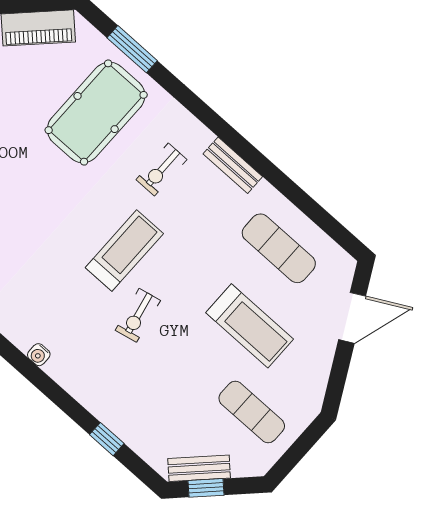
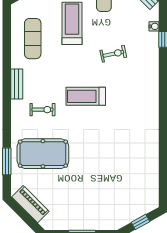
exercise bike: (138, 315) -> (113, 54), moved
water cooler: (39, 355) -> (154, 26), moved

